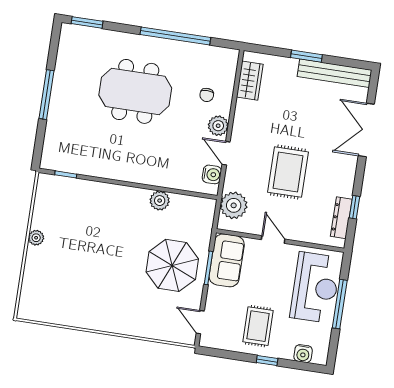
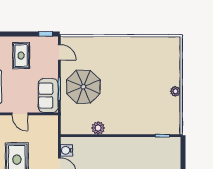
plant: (234, 205) -> (49, 132), removed
window: (267, 360) -> (46, 34), moved

